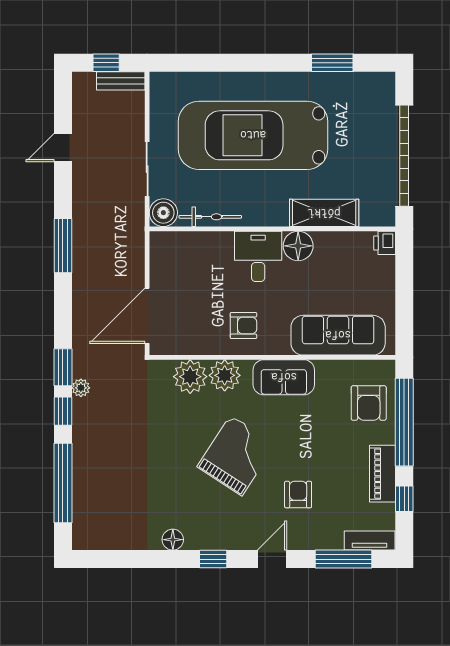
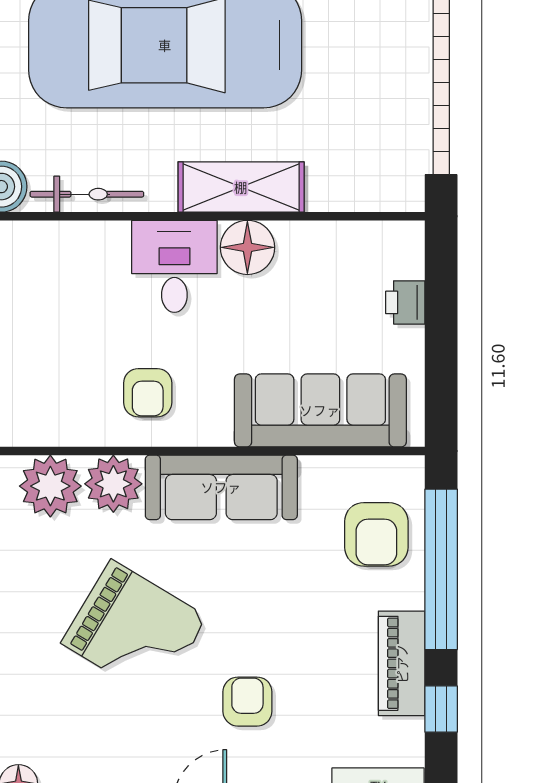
shelving: (324, 213) -> (241, 187), moved
printer: (385, 243) -> (405, 302), moved
armchair: (244, 326) -> (148, 393), turned 90
sofa: (284, 377) -> (221, 487), width x1.36
grand piano: (236, 455) -> (134, 630), turned 88

